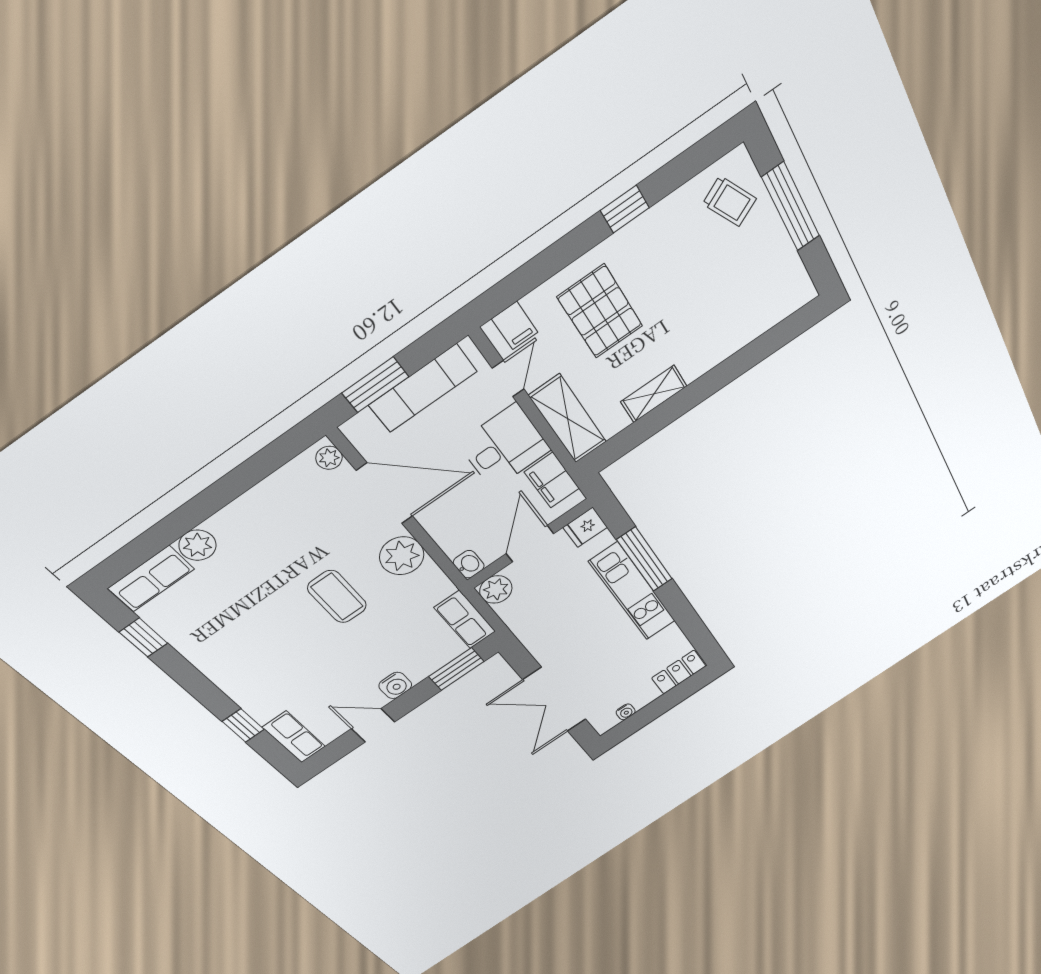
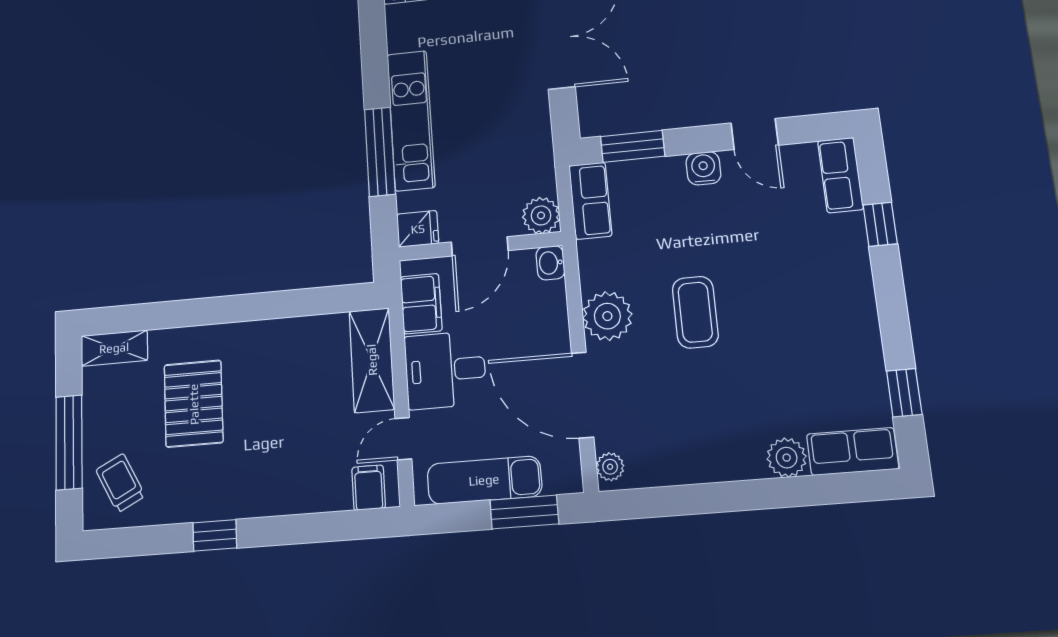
pallet: (600, 311) -> (194, 404), moved
shelving: (654, 394) -> (114, 348), moved

